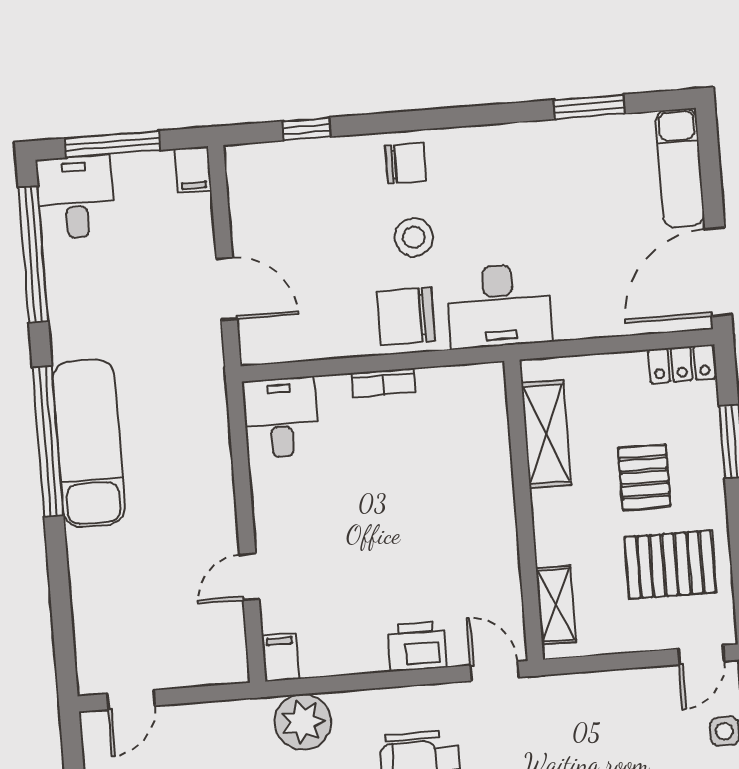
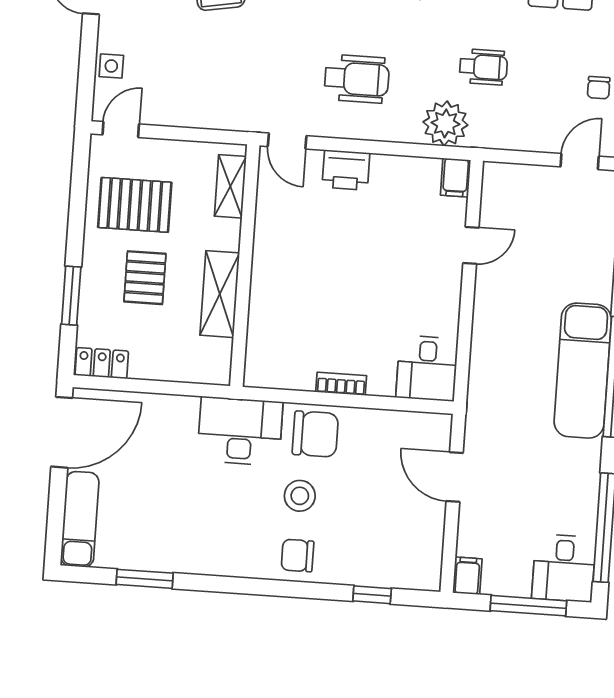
shelving: (546, 434) -> (220, 294), moved

